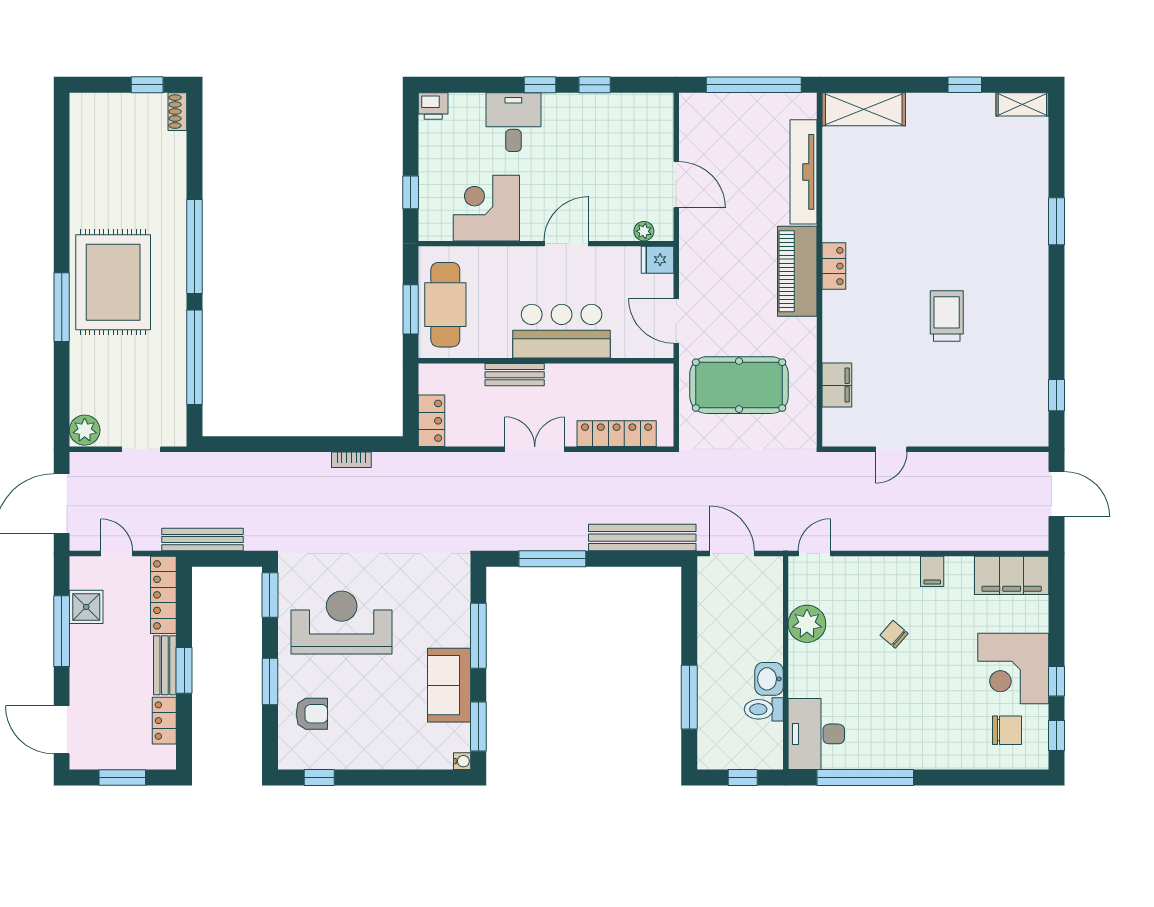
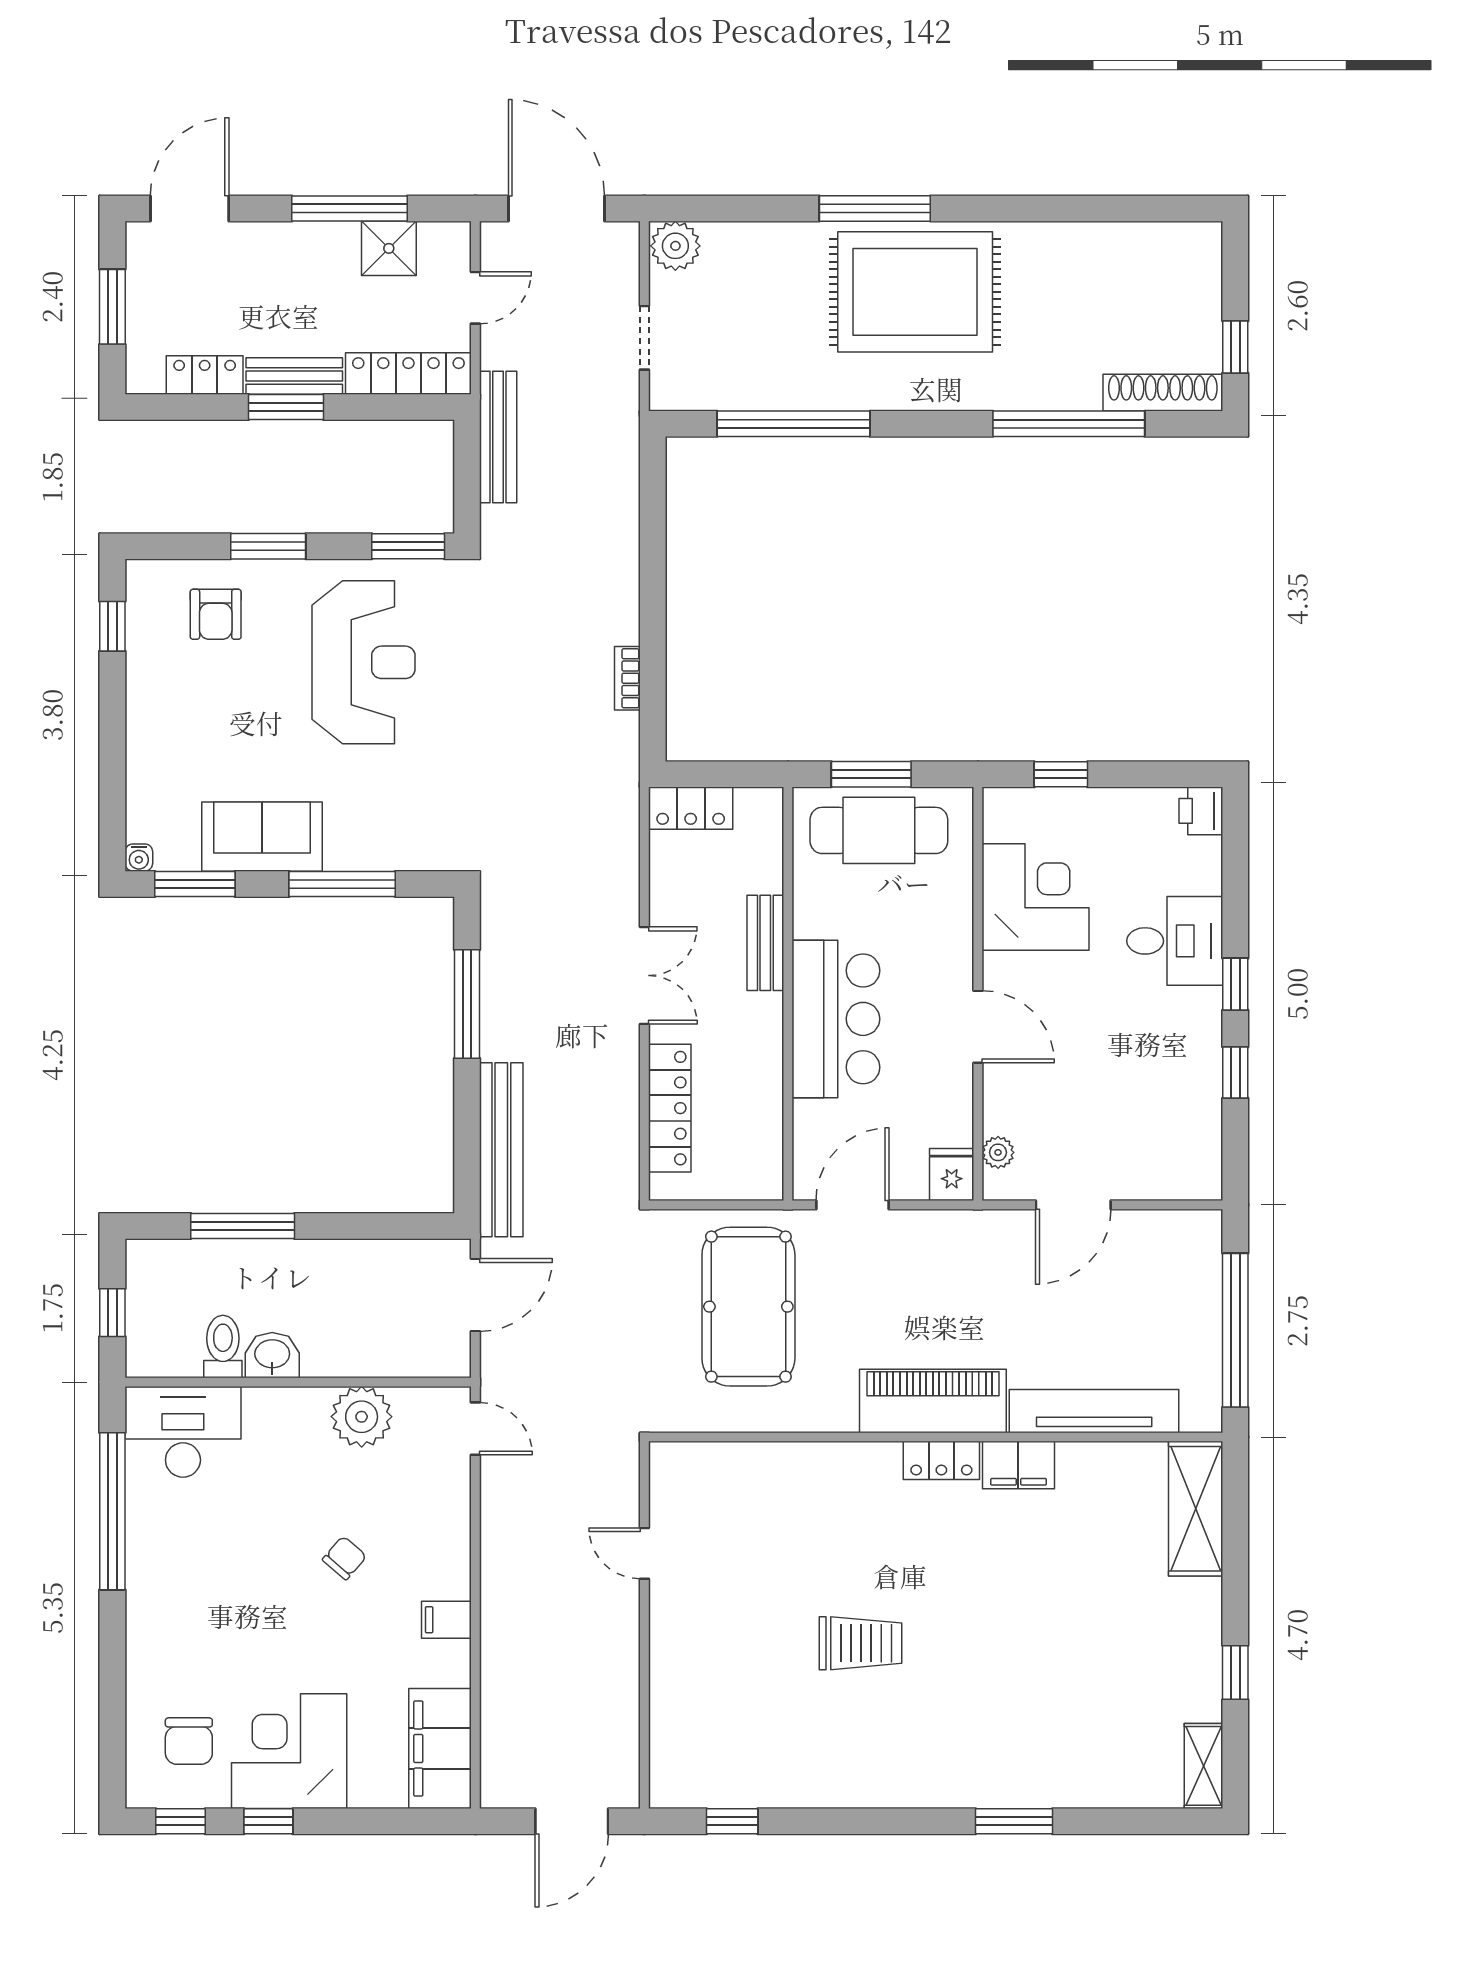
shoe rack: (177, 112) -> (1163, 393), width x1.94, depth x1.24
window: (194, 247) -> (1069, 424), moved
filing cabinet: (837, 385) -> (1018, 1465), moved

